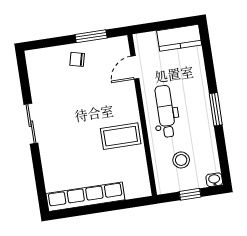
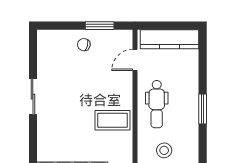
kitchen counter: (179, 38) -> (170, 39), width x1.50
dental chair: (165, 111) -> (157, 104), turned 180

